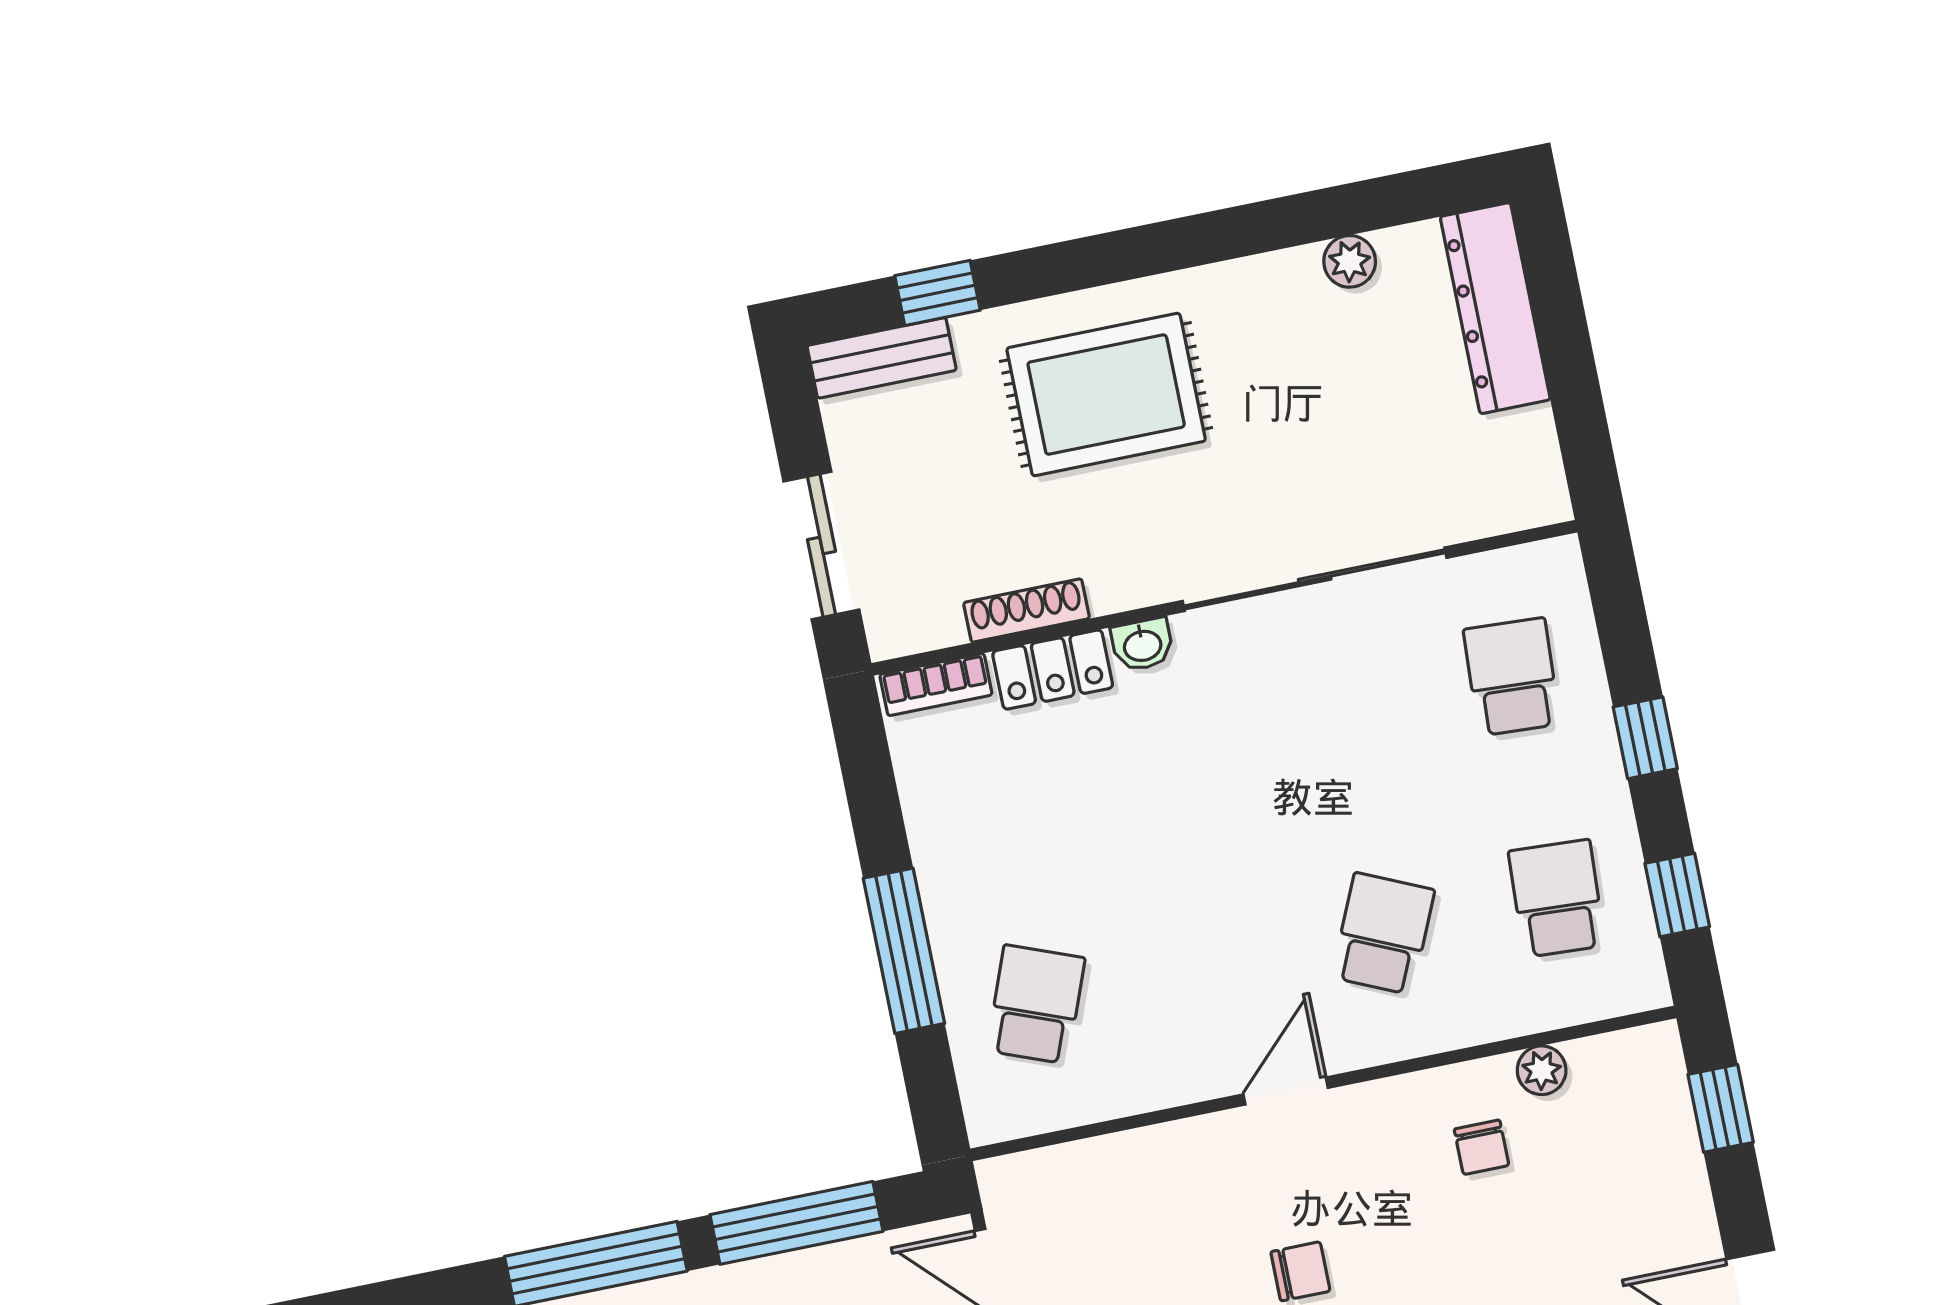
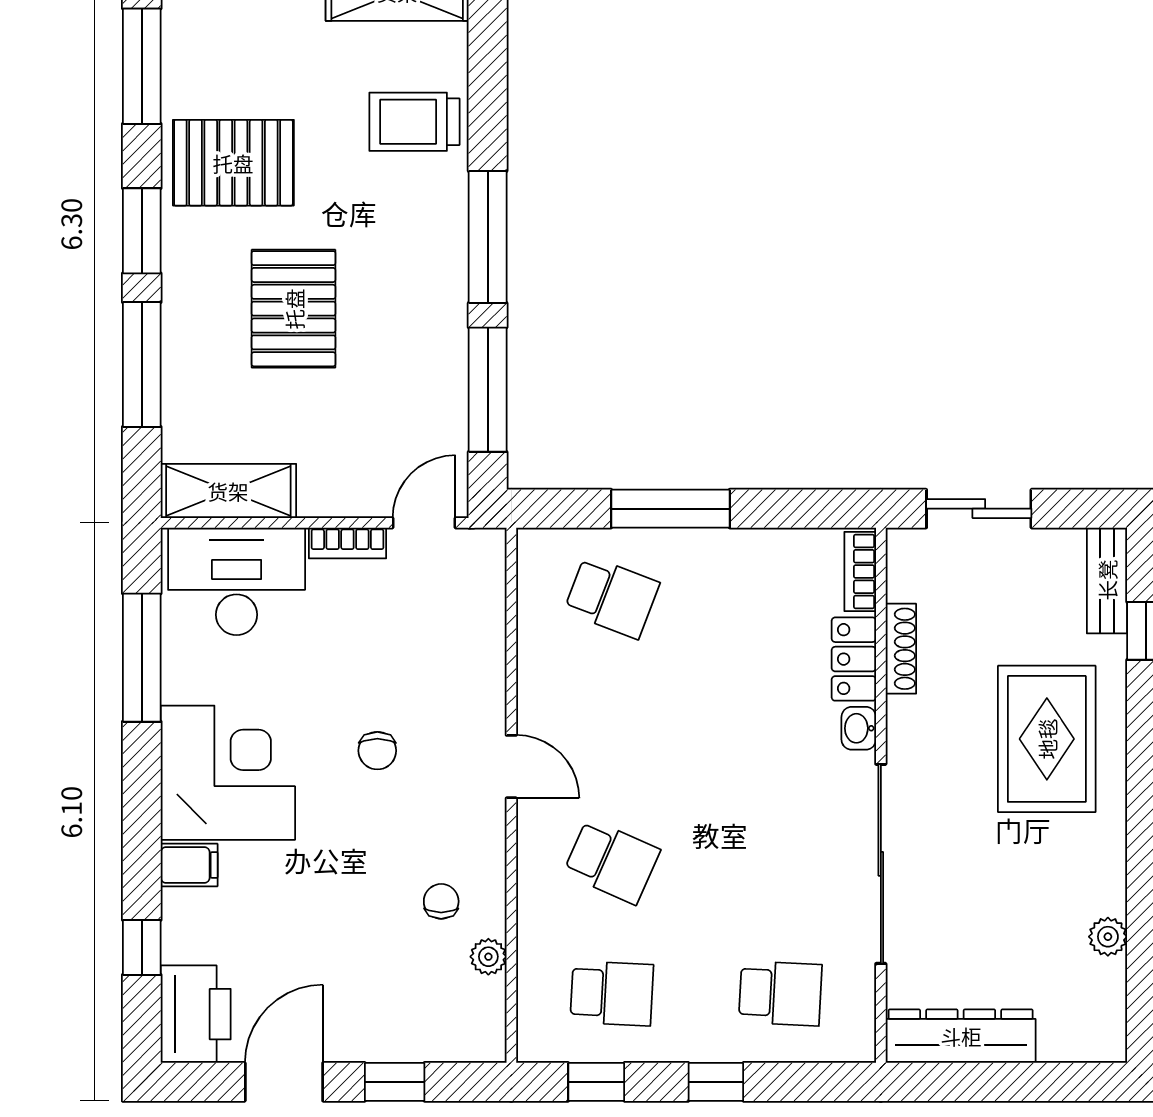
dresser: (1495, 308) -> (961, 1036), moved
window: (1721, 1108) -> (395, 1082), moved
chair: (1482, 1147) -> (441, 901), turned 90

